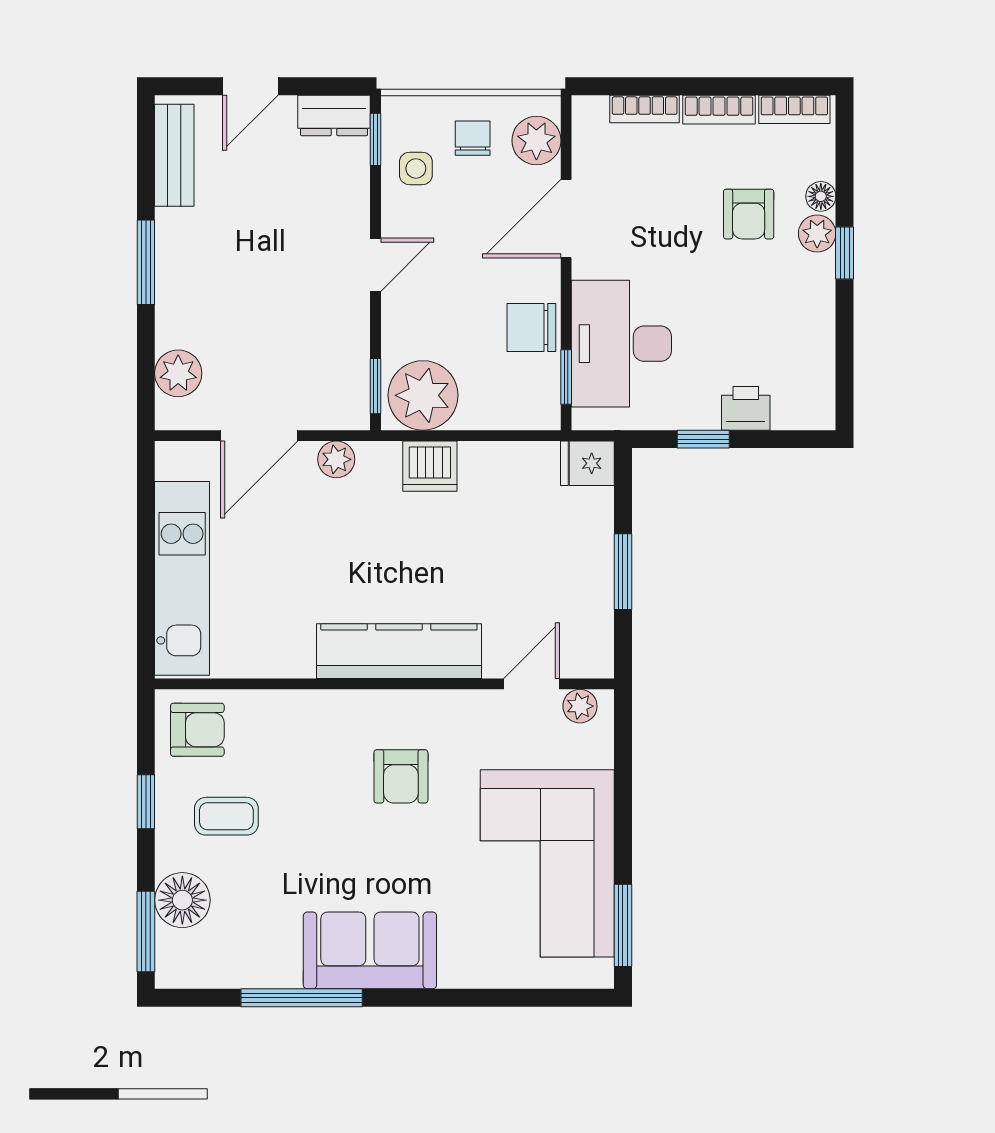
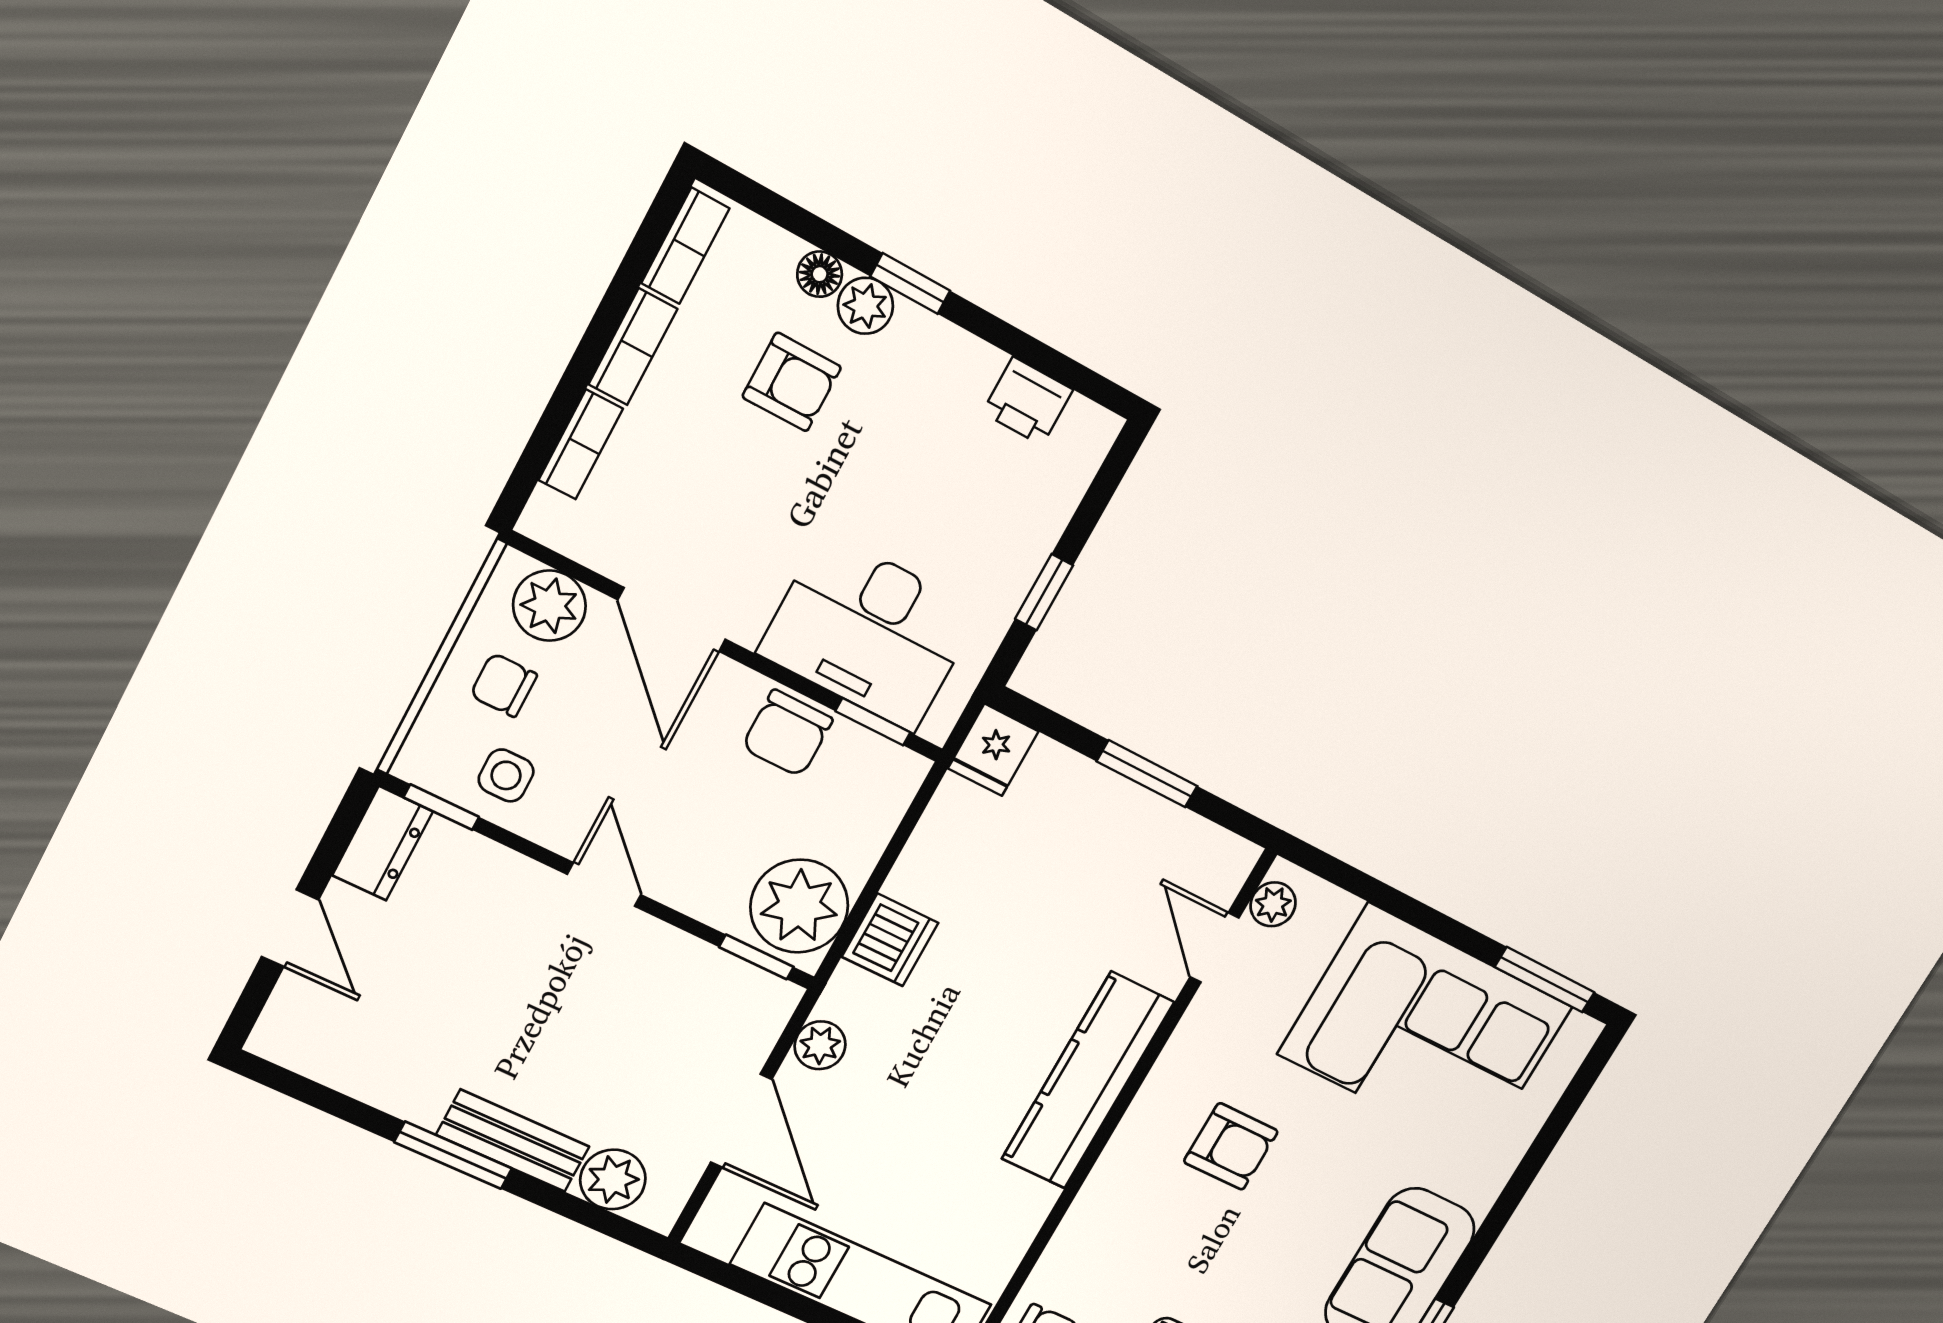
bench: (174, 155) -> (513, 1141), moved
printer: (746, 408) -> (1028, 401), moved, turned -90

